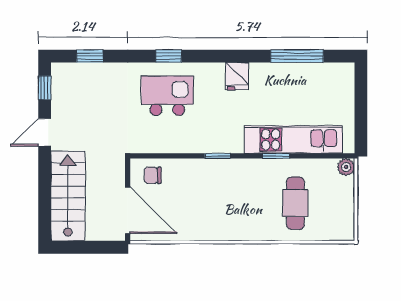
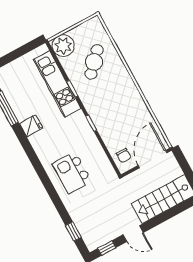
window: (169, 56) -> (48, 185), removed
fridge: (237, 76) -> (31, 126), moved
plant: (346, 167) -> (63, 46), width x1.88, depth x1.88
cafe table: (295, 203) -> (94, 62), turned -47

